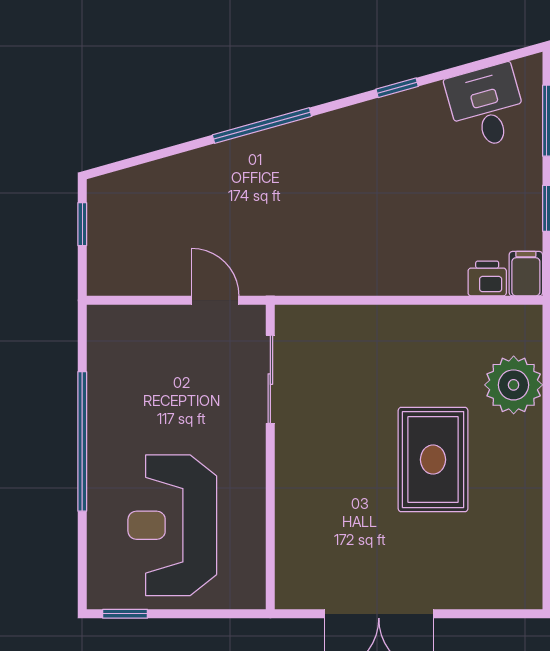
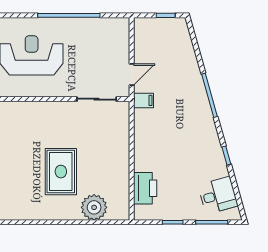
filing cabinet: (526, 274) -> (144, 100), moved
printer: (487, 278) -> (145, 188), width x1.87, depth x1.48
rug: (433, 460) -> (61, 172), turned 90

